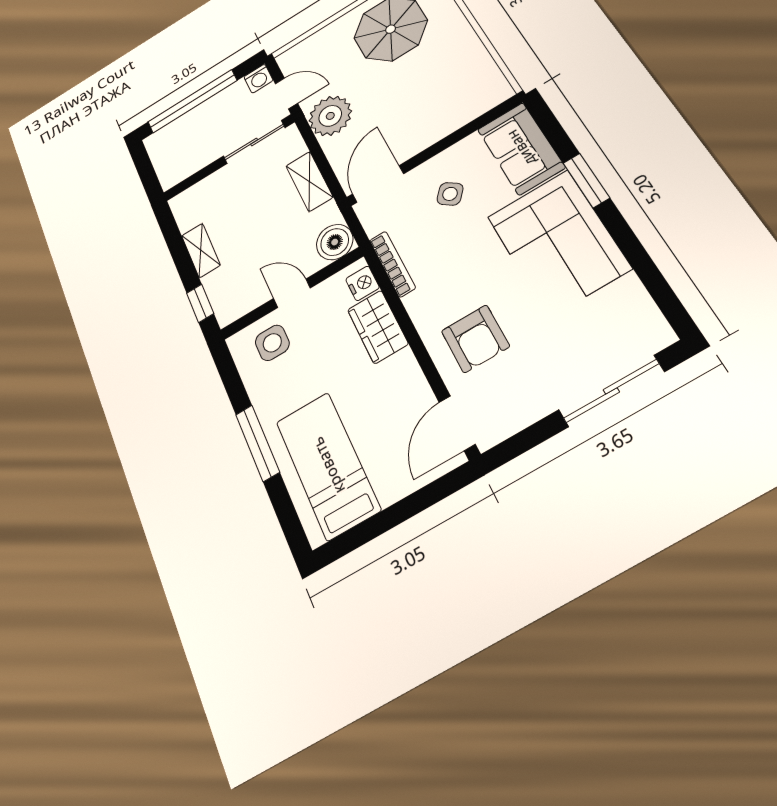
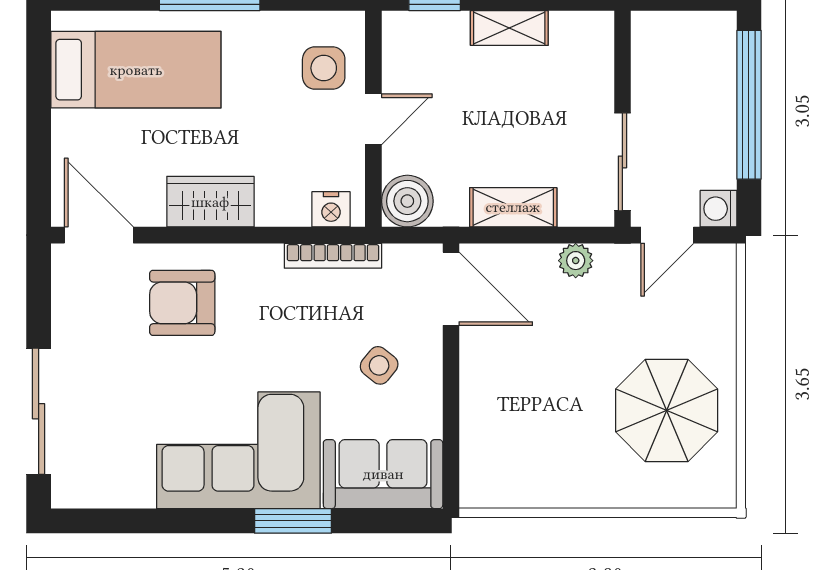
plant: (330, 116) -> (576, 261), width x0.53, depth x0.53
wardrobe: (378, 327) -> (210, 202), moved

